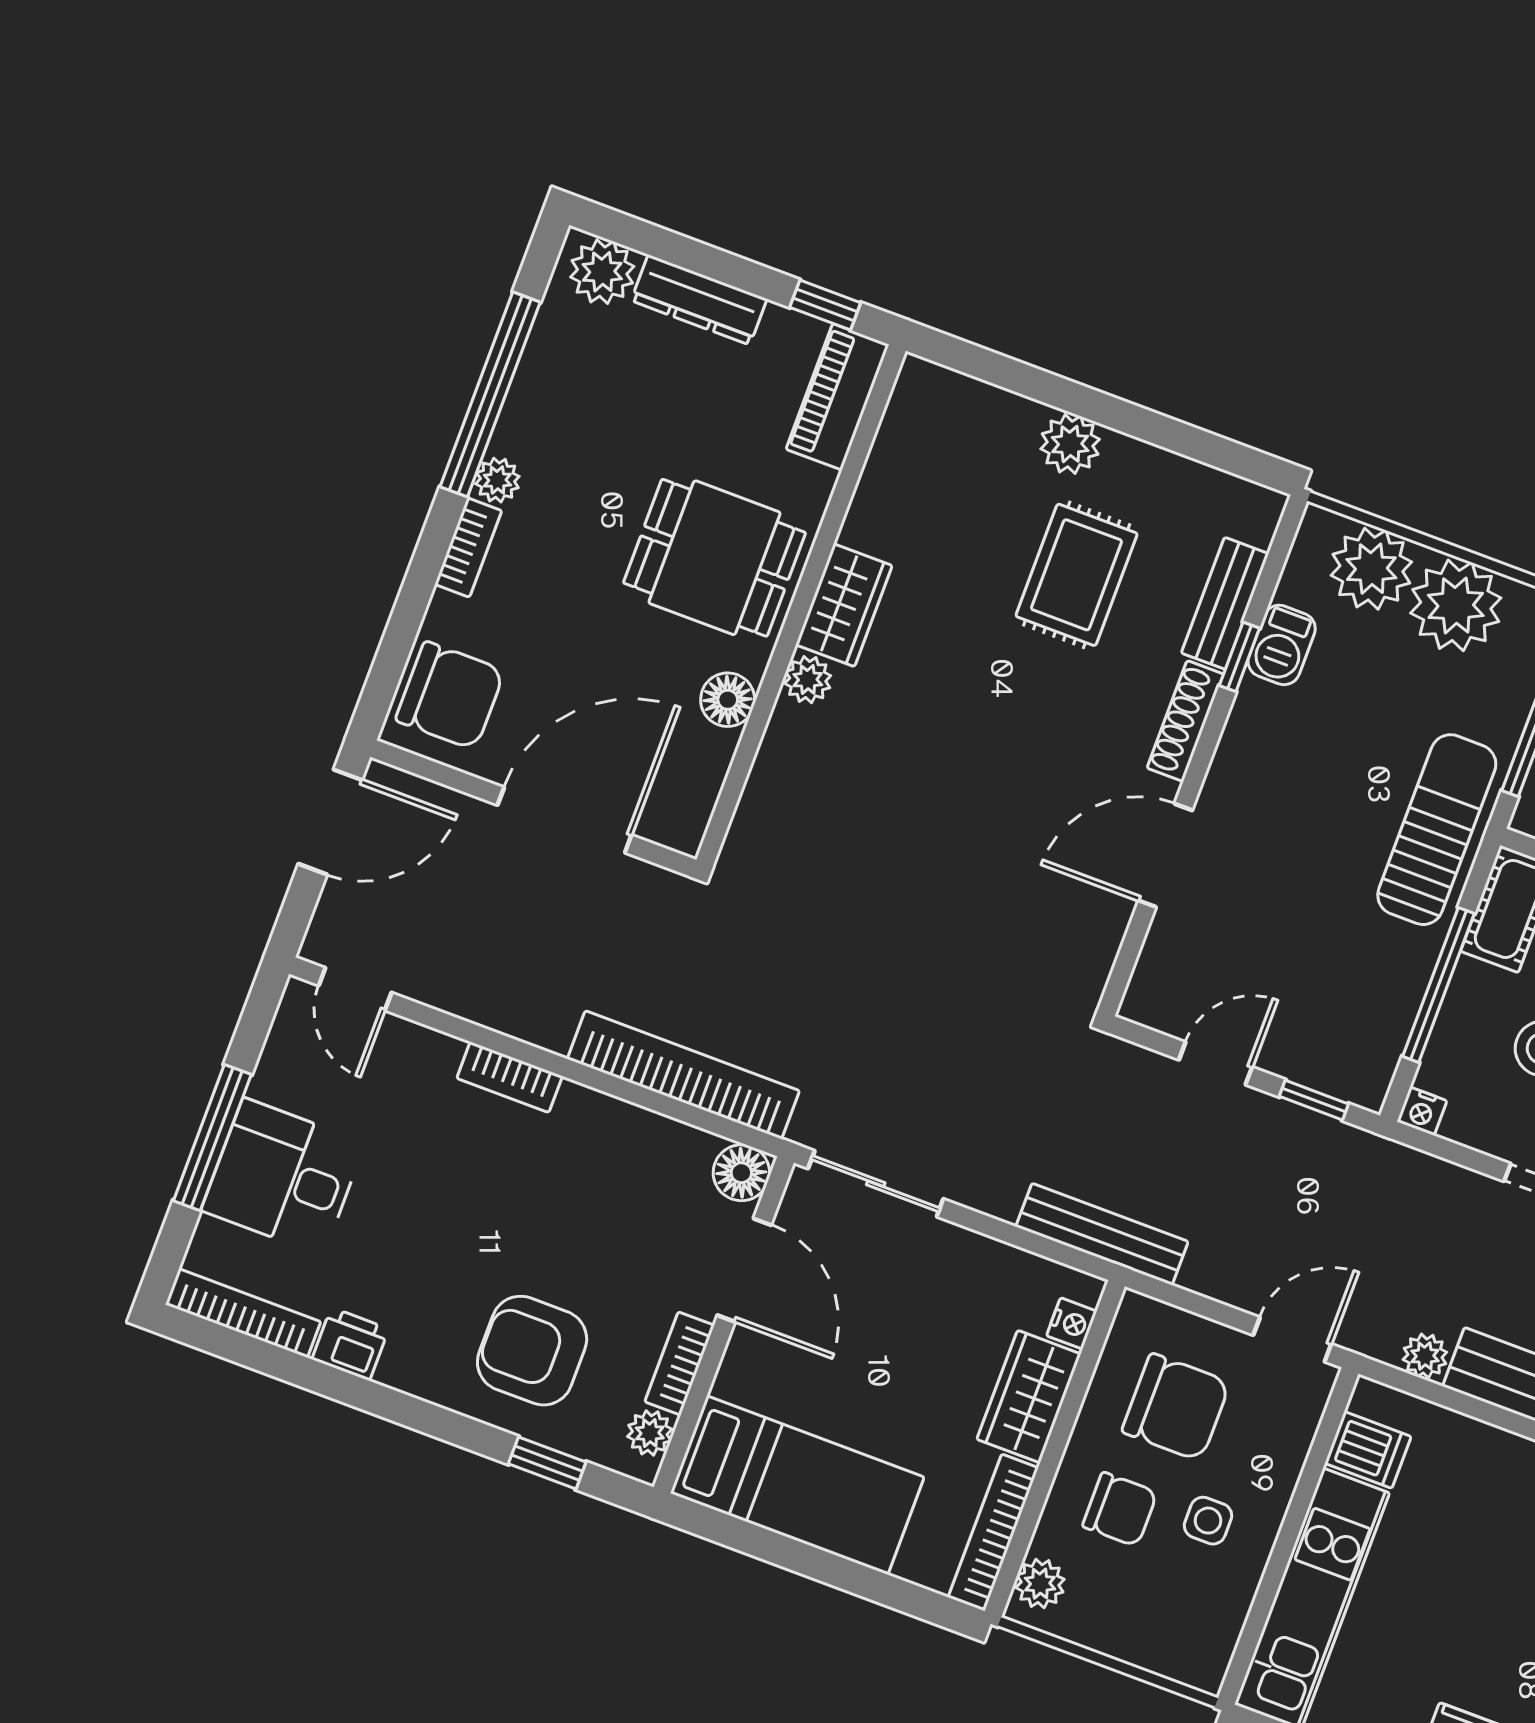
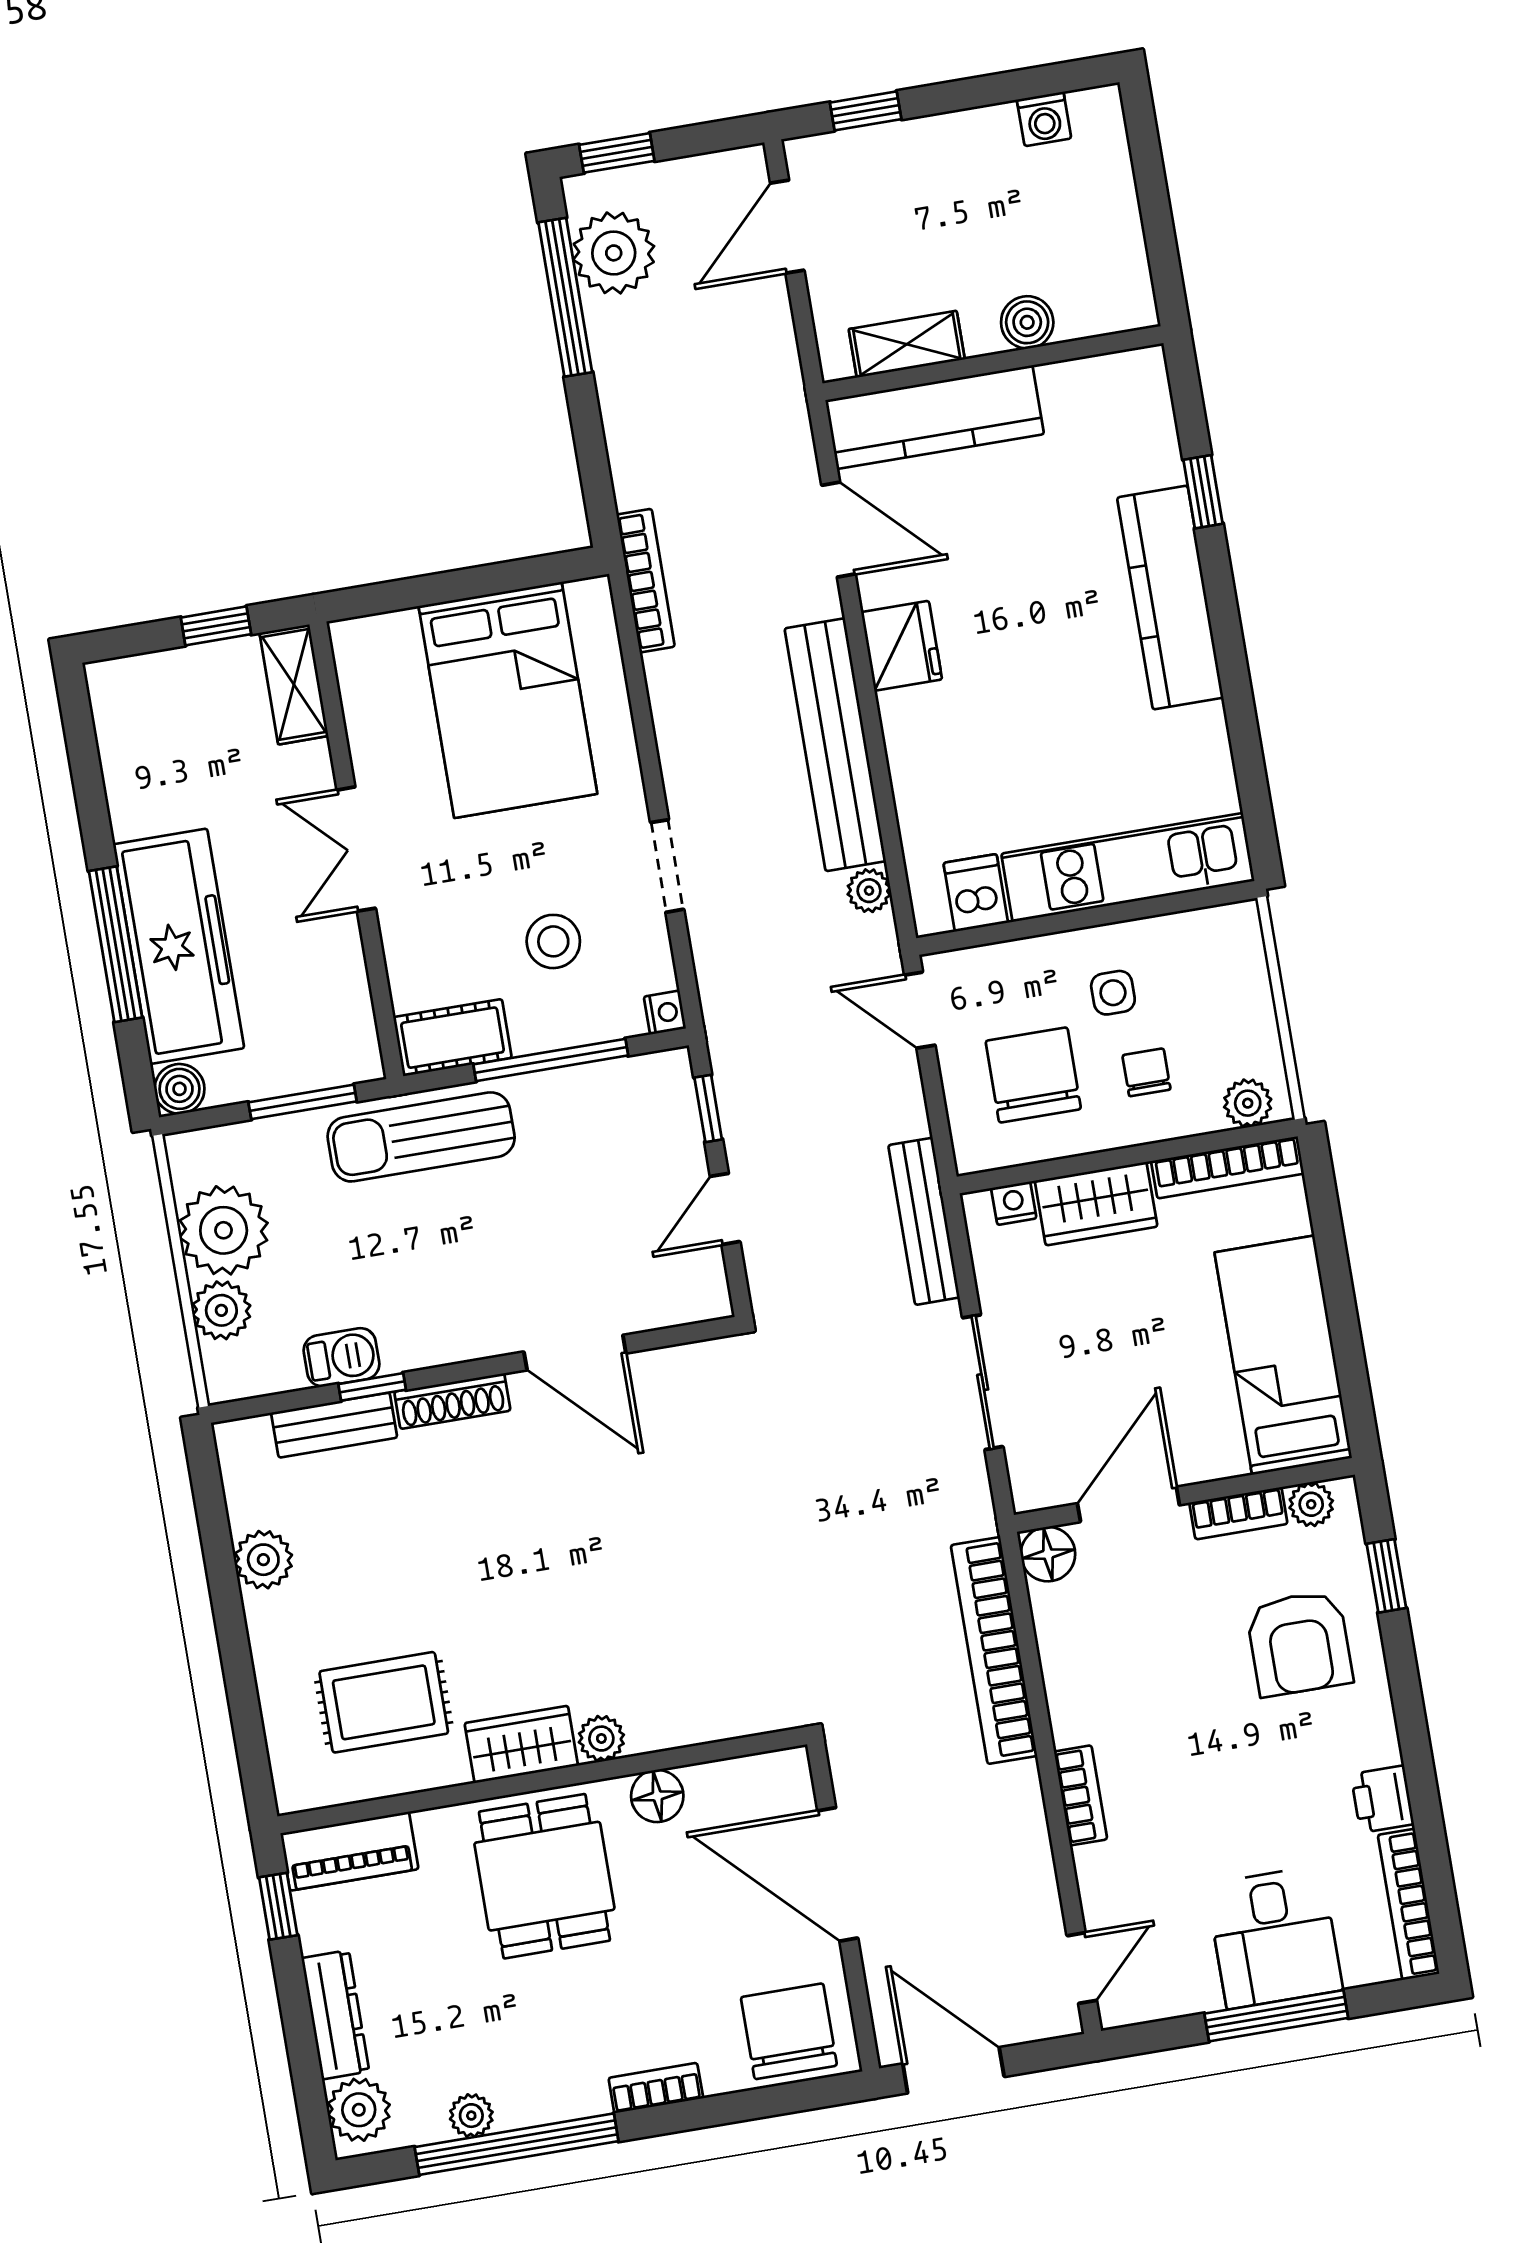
plant: (1070, 444) -> (263, 1560), moved
plant: (497, 480) -> (471, 2116), moved
plant: (1371, 569) -> (221, 1310), width x0.73, depth x0.73
rug: (1077, 575) -> (384, 1702), moved
door: (1216, 1063) -> (725, 1209), hinge flipped
sliding door: (876, 1184) -> (983, 1382), moved
chair: (1120, 1509) -> (1146, 1072), width x0.73, depth x0.73

